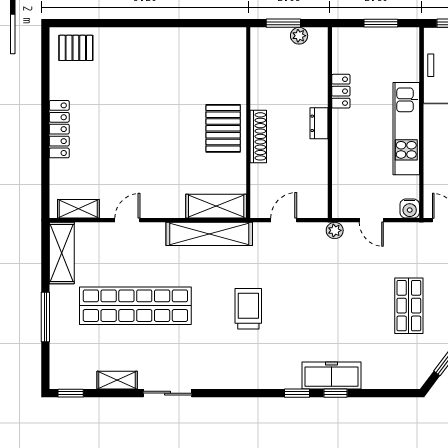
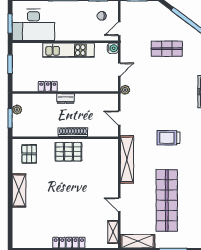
pallet: (76, 48) -> (29, 154), moved
shelving: (216, 206) -> (19, 190), moved

